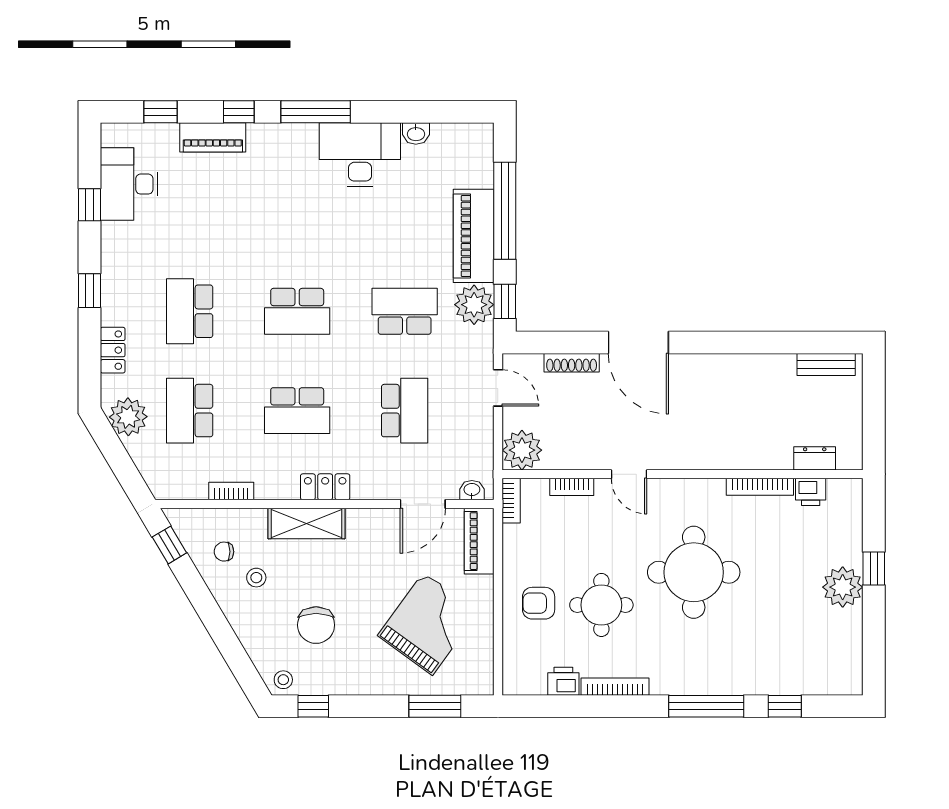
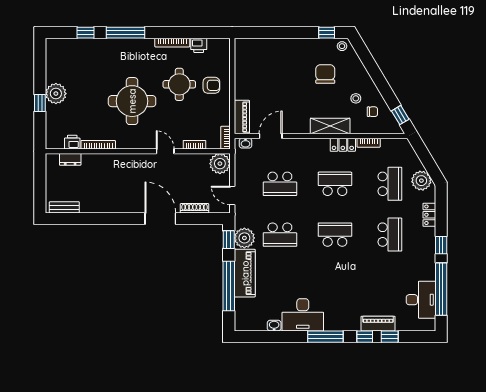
window: (160, 112) -> (390, 337), moved
window: (90, 205) -> (441, 289), width x3.17
school desk: (405, 411) -> (280, 184), turned -90
locker: (325, 487) -> (343, 145), moved
grand piano: (428, 624) -> (268, 75), removed
window: (435, 706) -> (264, 33), removed

